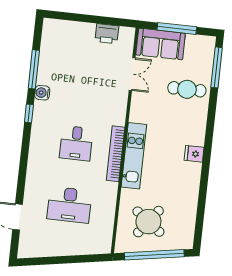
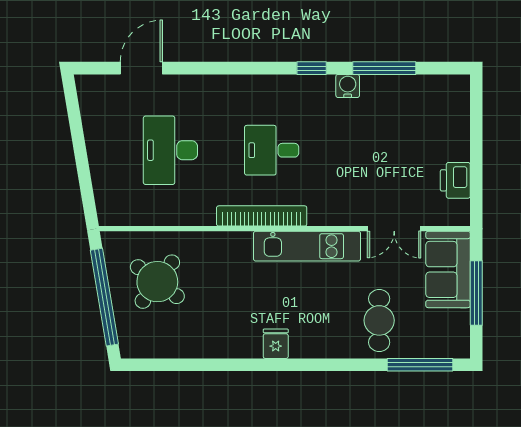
kitchen unit: (134, 156) -> (307, 246), moved

